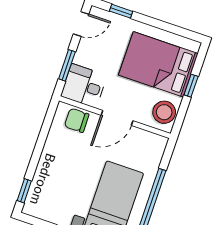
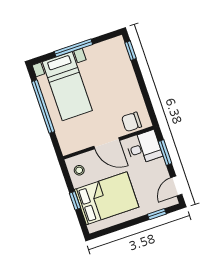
stool: (164, 112) -> (79, 170), width x0.53, depth x0.53
door: (117, 118) -> (107, 143), swing flipped
chair: (77, 120) -> (132, 122), turned 180

